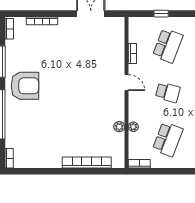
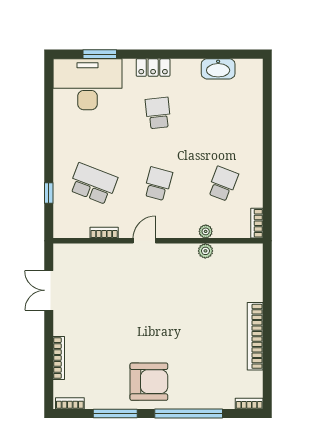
armchair: (25, 86) -> (149, 382), turned 90
school desk: (168, 139) -> (223, 184), width x0.54
bookcase: (87, 162) -> (255, 336), moved

